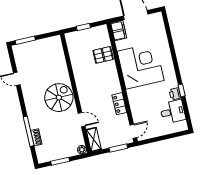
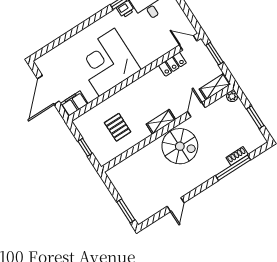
pallet: (103, 55) -> (118, 127), moved
shelving: (82, 90) -> (161, 122), added
spiral stairs: (59, 98) -> (180, 146), turned 180
locker: (119, 104) -> (172, 64), moved

